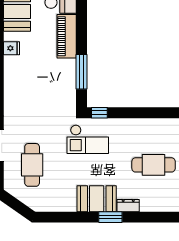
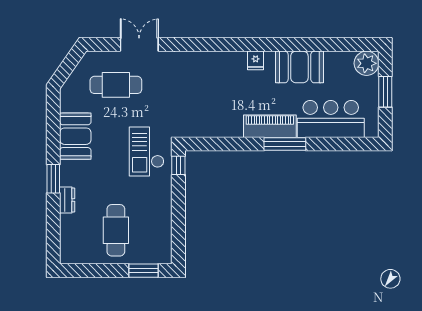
window: (81, 72) -> (285, 144), moved
booth: (97, 199) -> (75, 136), moved

